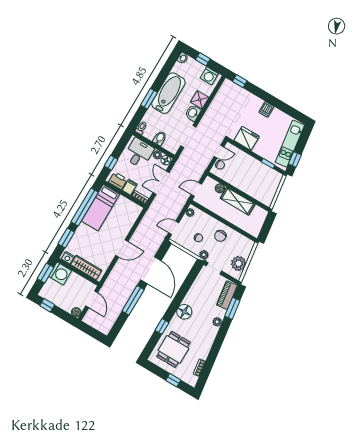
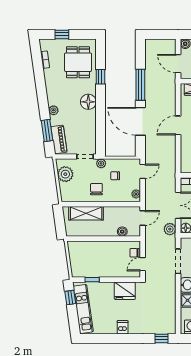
plant: (179, 167) -> (170, 229), added
shelving: (238, 201) -> (86, 213), moved

